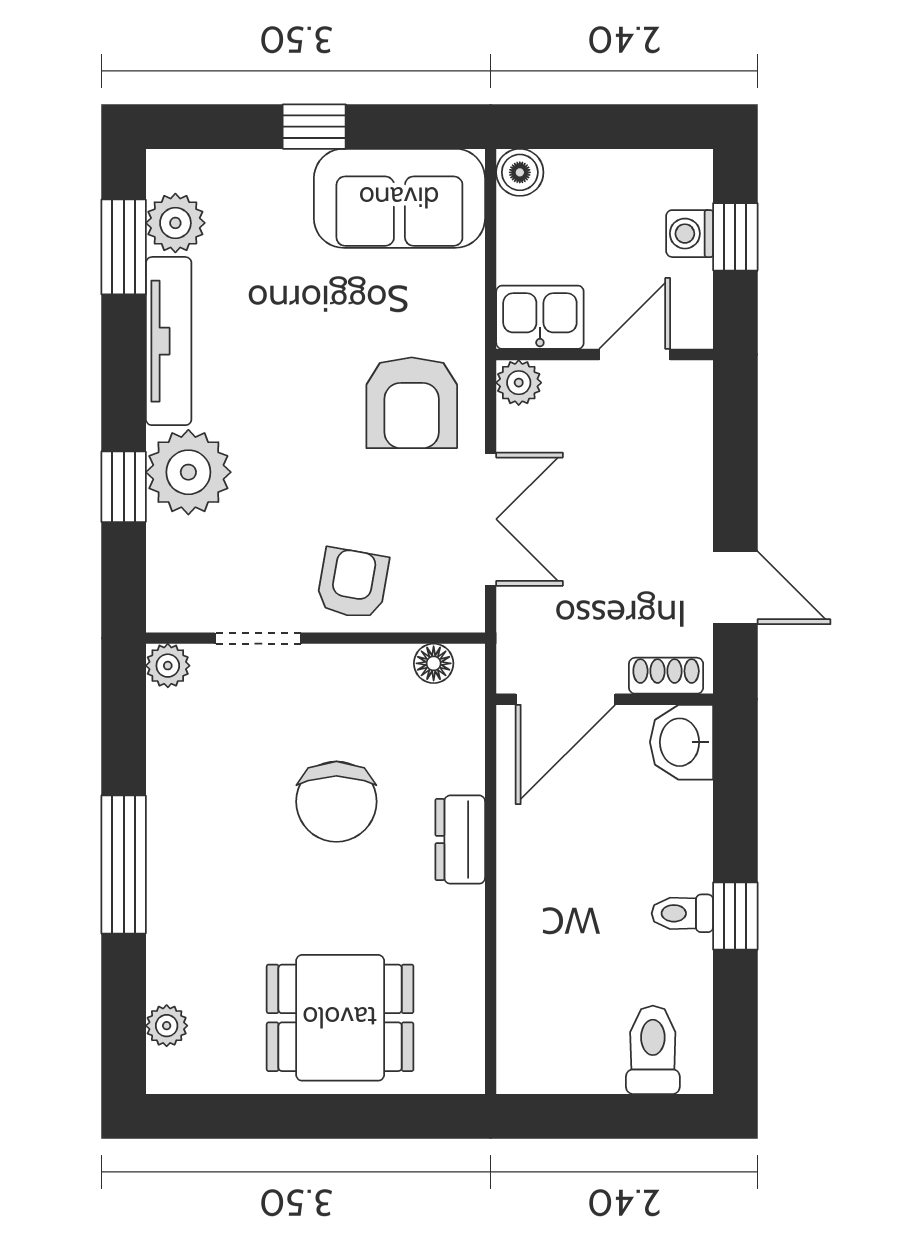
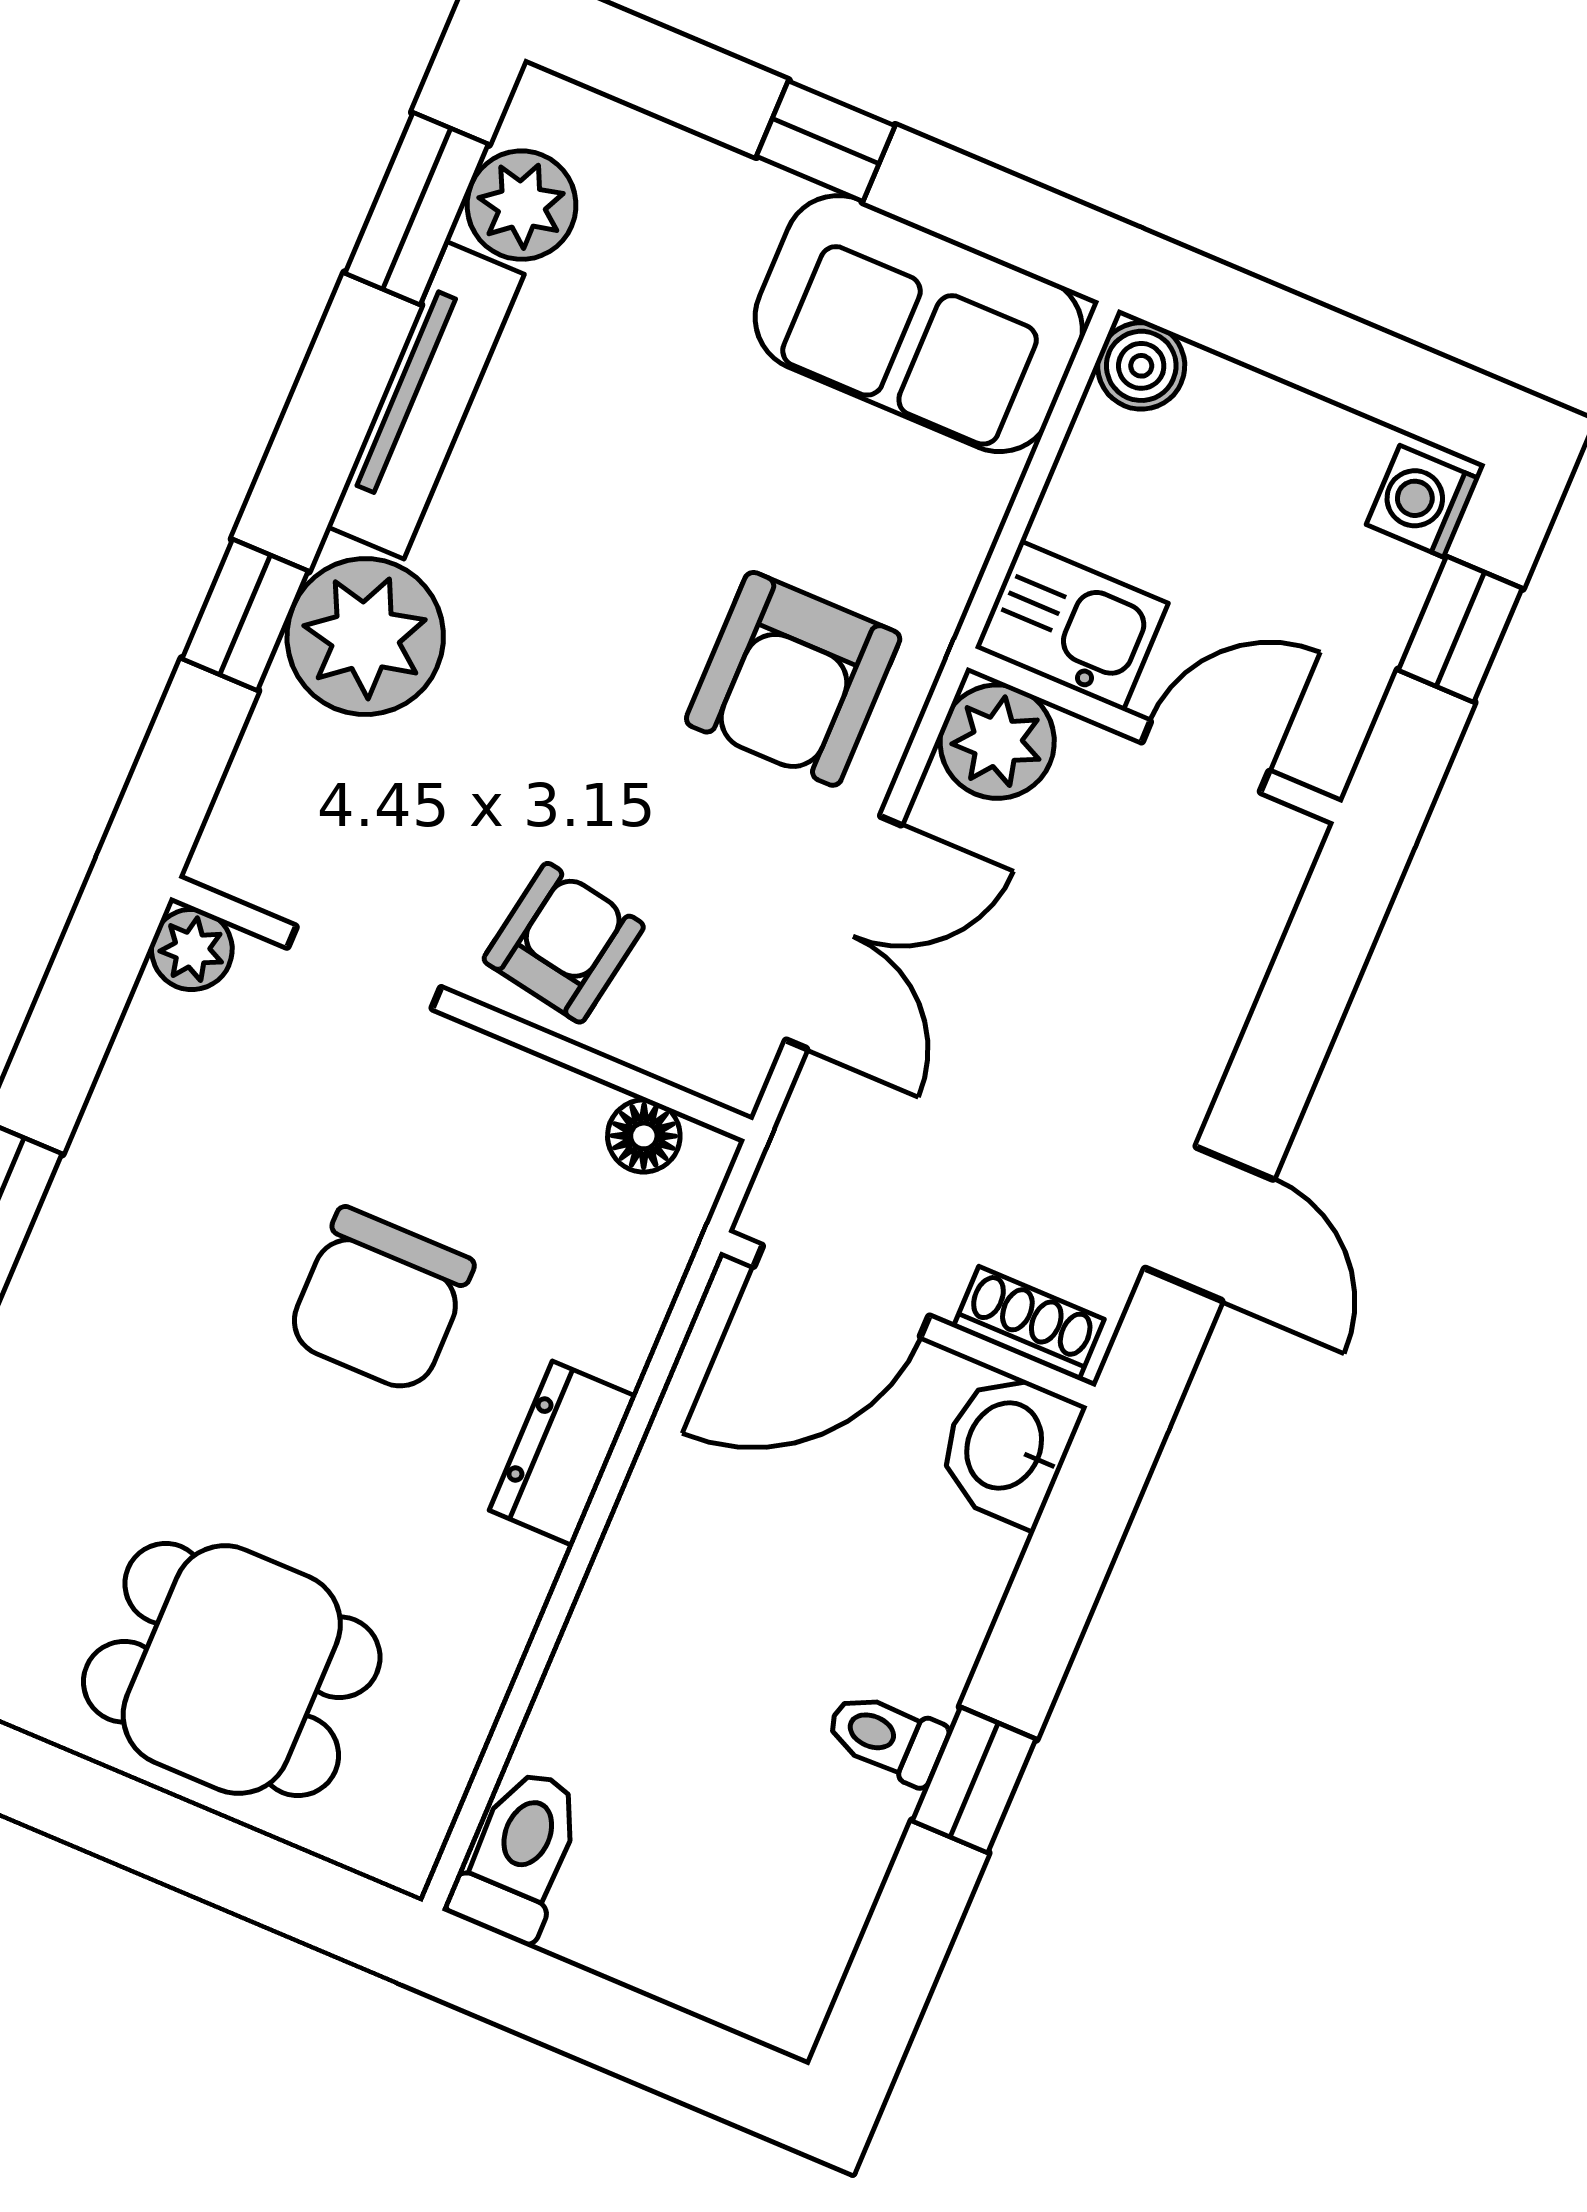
washing machine: (690, 234) -> (1423, 502), moved
plant: (519, 383) -> (997, 742), width x1.38, depth x1.38
toilet: (653, 1050) -> (519, 1855), moved

